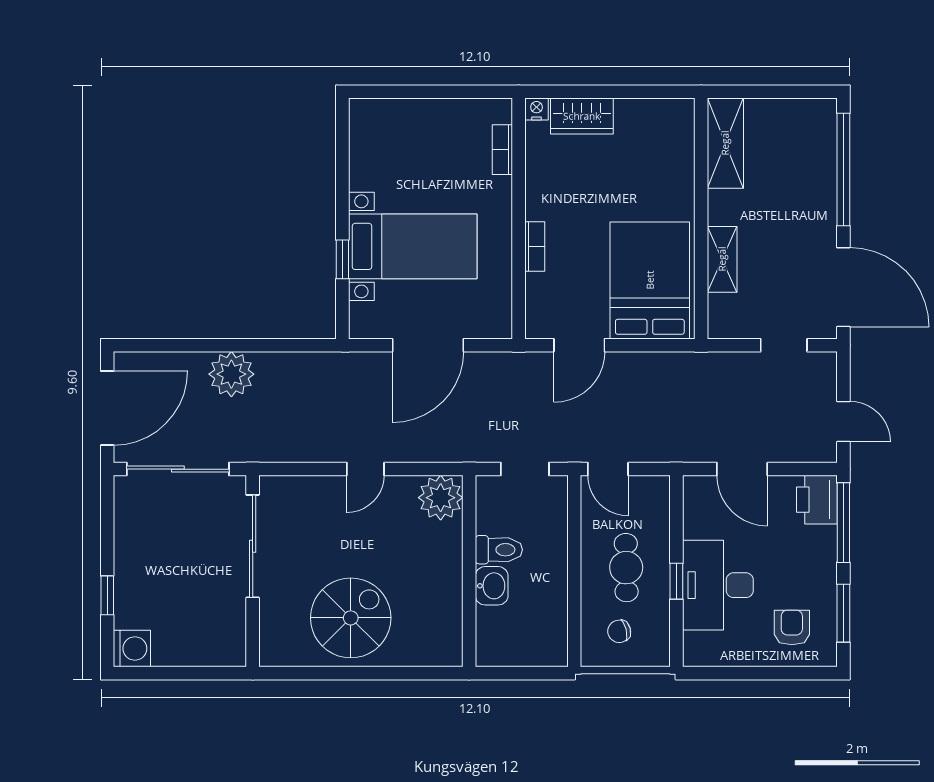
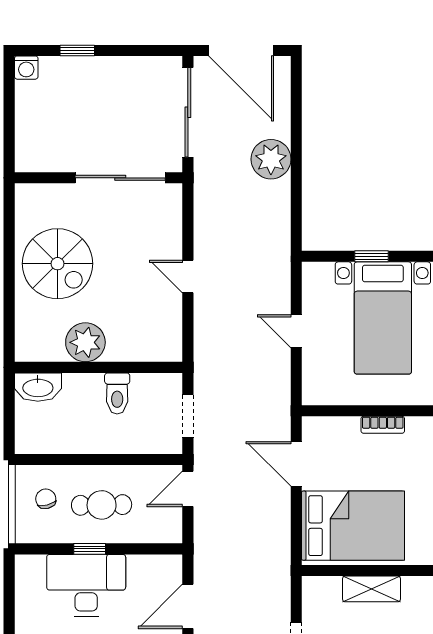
door: (428, 345) -> (296, 331), width x0.53
plant: (441, 498) -> (85, 342), moved
washbasin: (492, 586) -> (38, 387), moved, width x1.38
washing machine: (132, 649) -> (26, 68), width x0.73, depth x0.73

